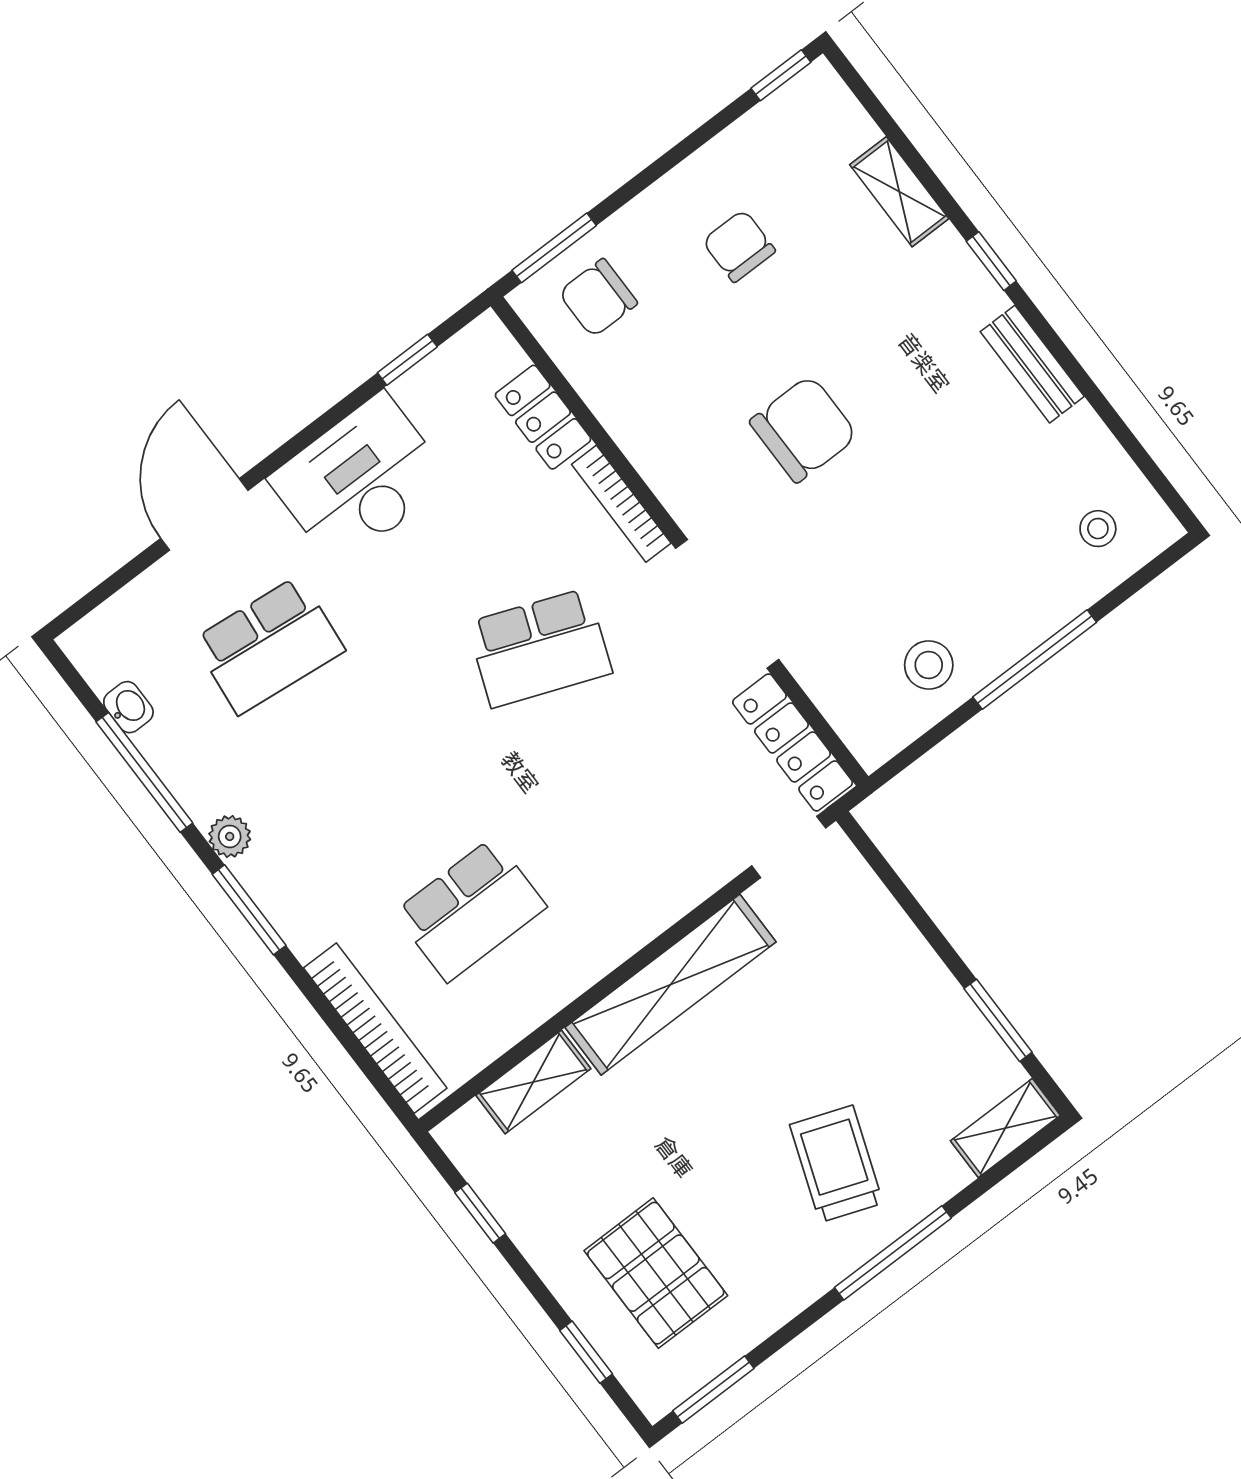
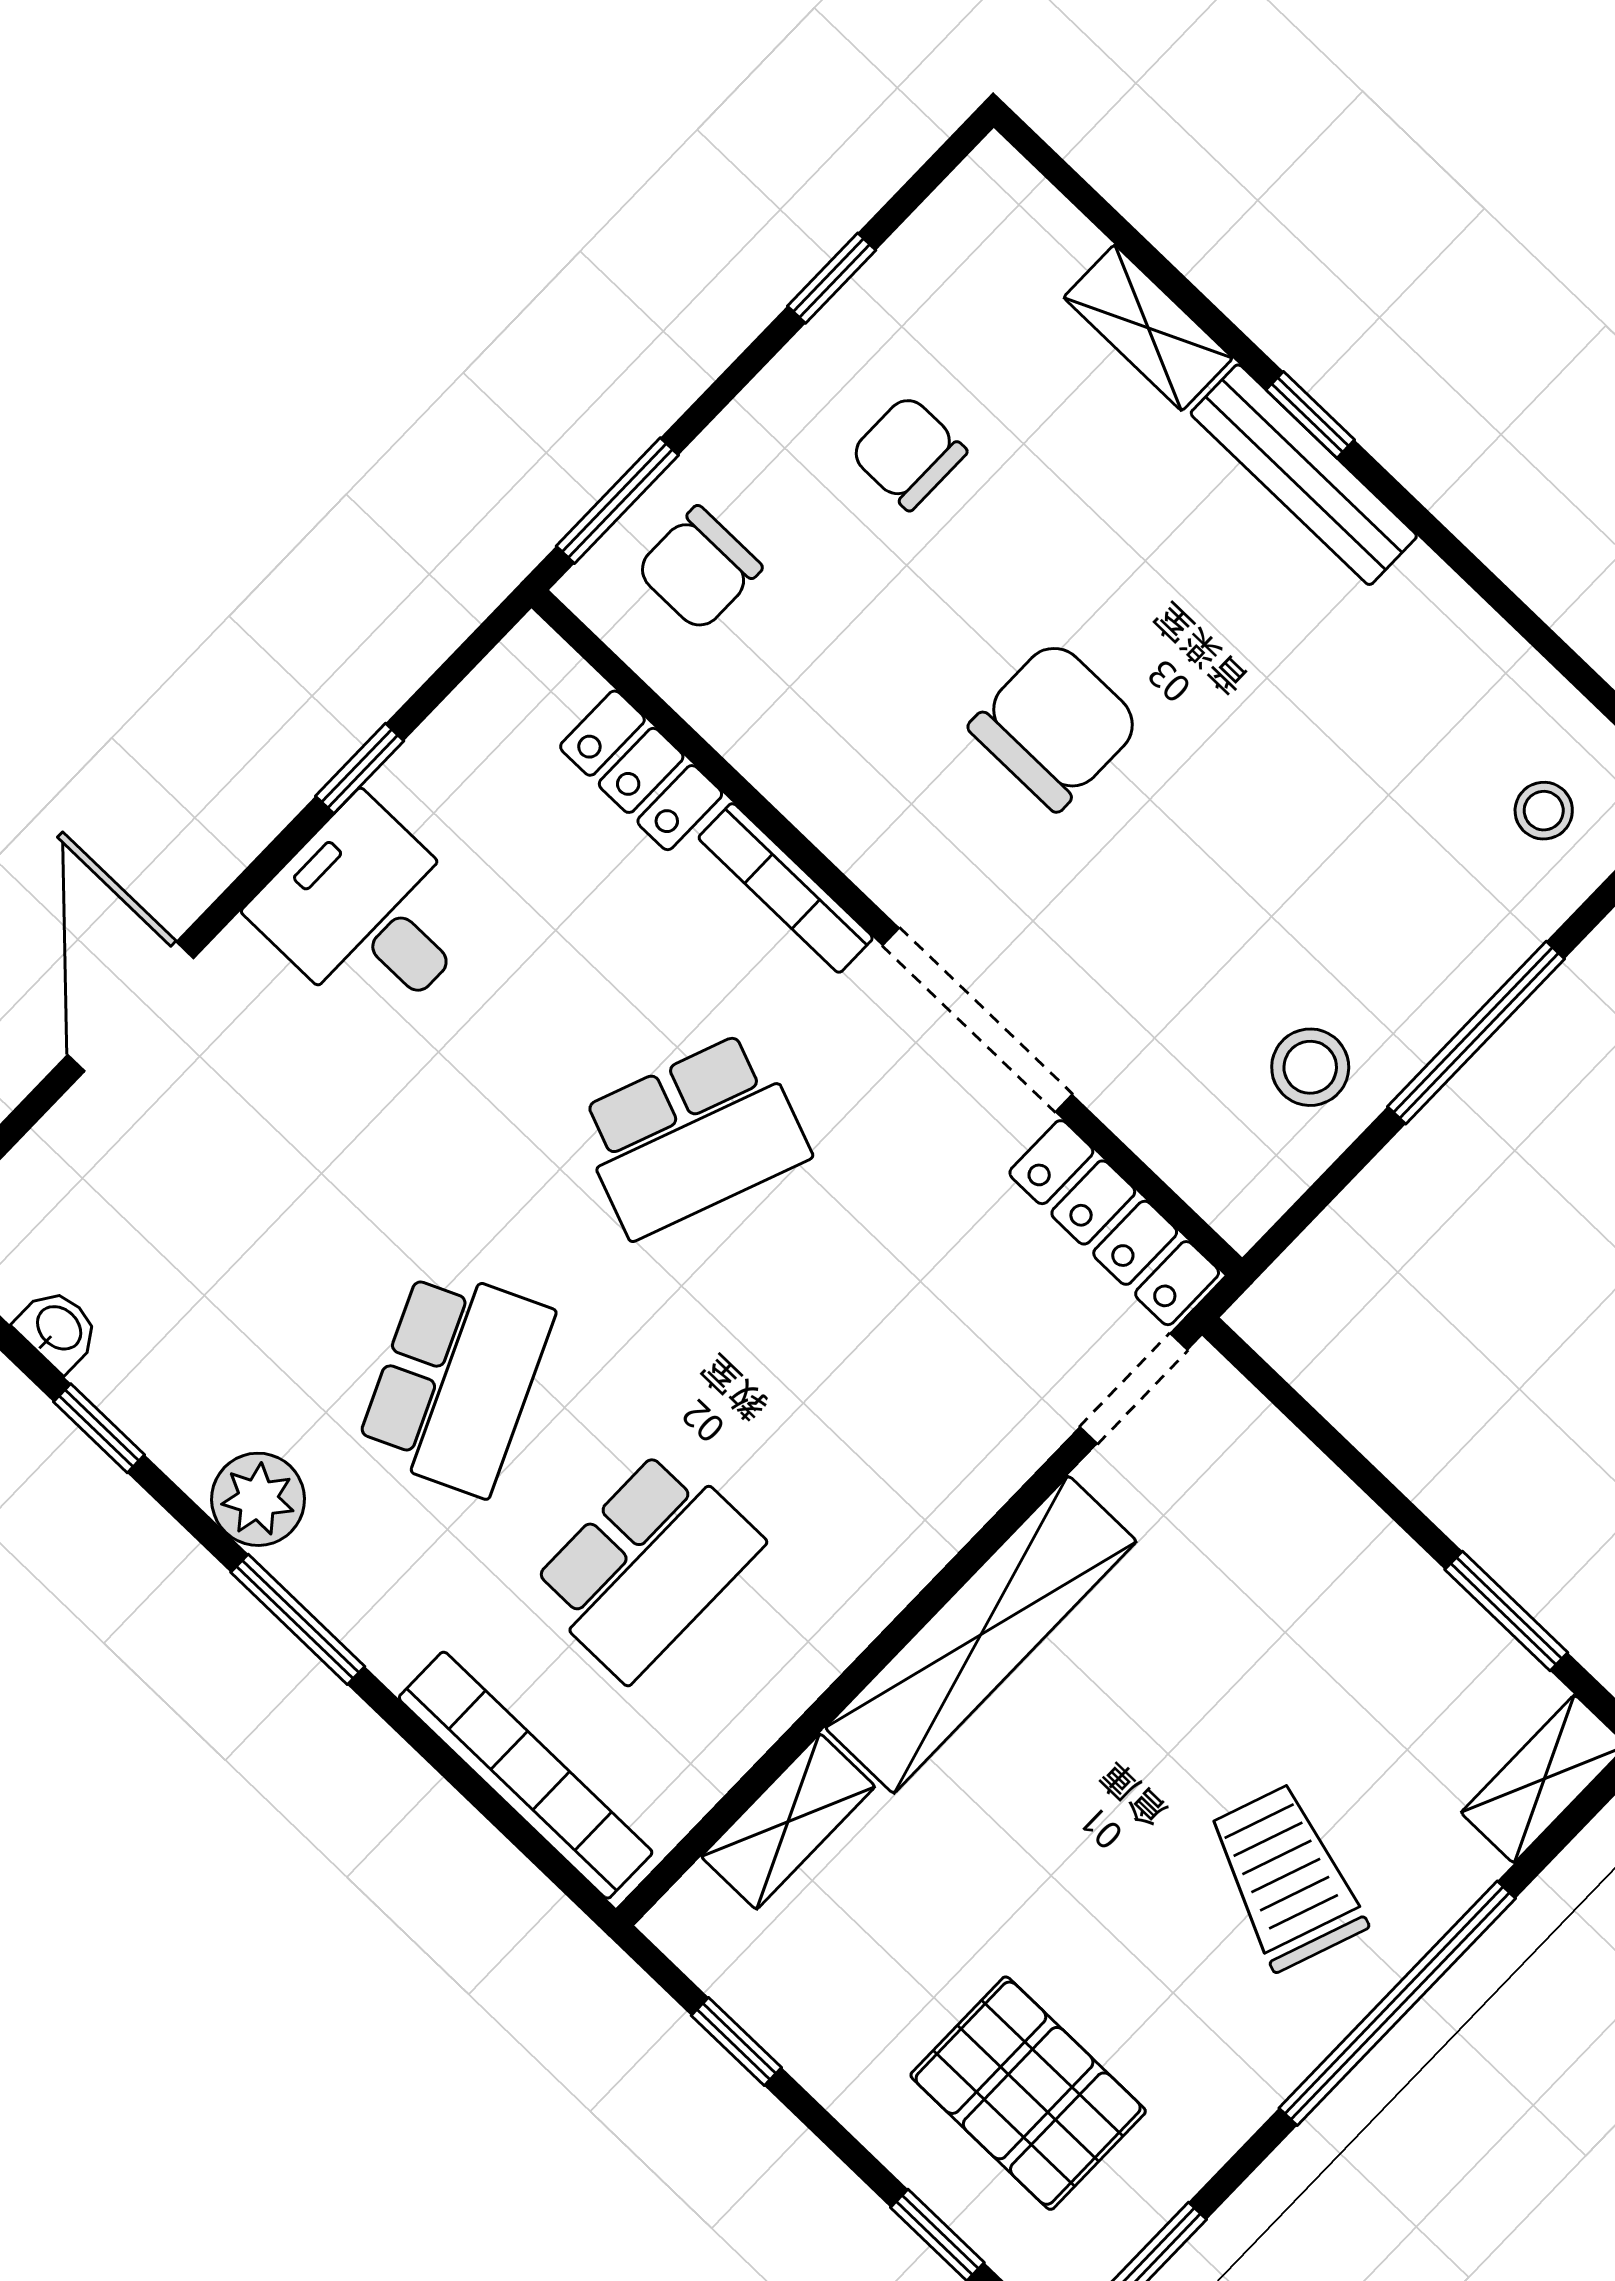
window: (781, 75) -> (832, 278), moved
window: (407, 360) -> (360, 768), moved
bench: (1032, 364) -> (1304, 475), moved, width x1.36
desk: (360, 480) -> (368, 914), width x0.73
school desk: (269, 645) -> (455, 1381), moved, turned -30
window: (144, 772) -> (99, 1428), width x0.46
plant: (230, 836) -> (258, 1499), width x1.38, depth x1.38
window: (893, 1253) -> (1397, 2003), width x1.46

